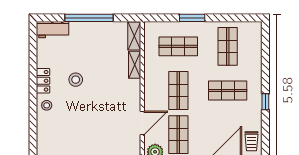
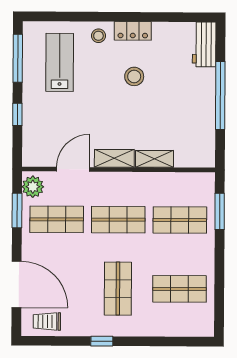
window: (192, 18) -> (220, 211), moved
shelving: (134, 36) -> (114, 158), moved
shop shelf: (178, 46) -> (180, 220), turned 90
door: (142, 123) -> (73, 169), swing flipped
lab bench: (66, 133) -> (60, 62), added

